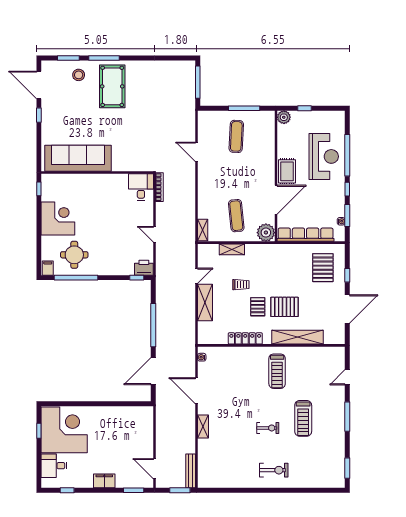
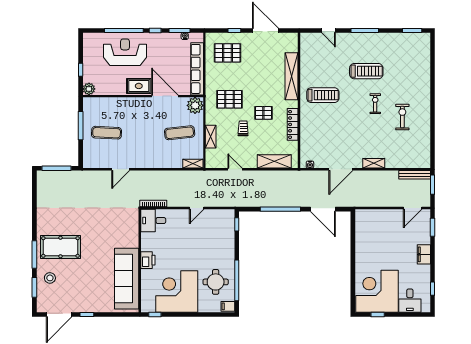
corner desk: (58, 219) -> (177, 292), width x1.36, depth x1.36
printer: (144, 268) -> (148, 260), moved, turned 180
shelving: (205, 303) -> (274, 161), moved
pallet: (285, 307) -> (230, 99), moved, turned 90
exercise bike: (274, 470) -> (402, 117), moved

